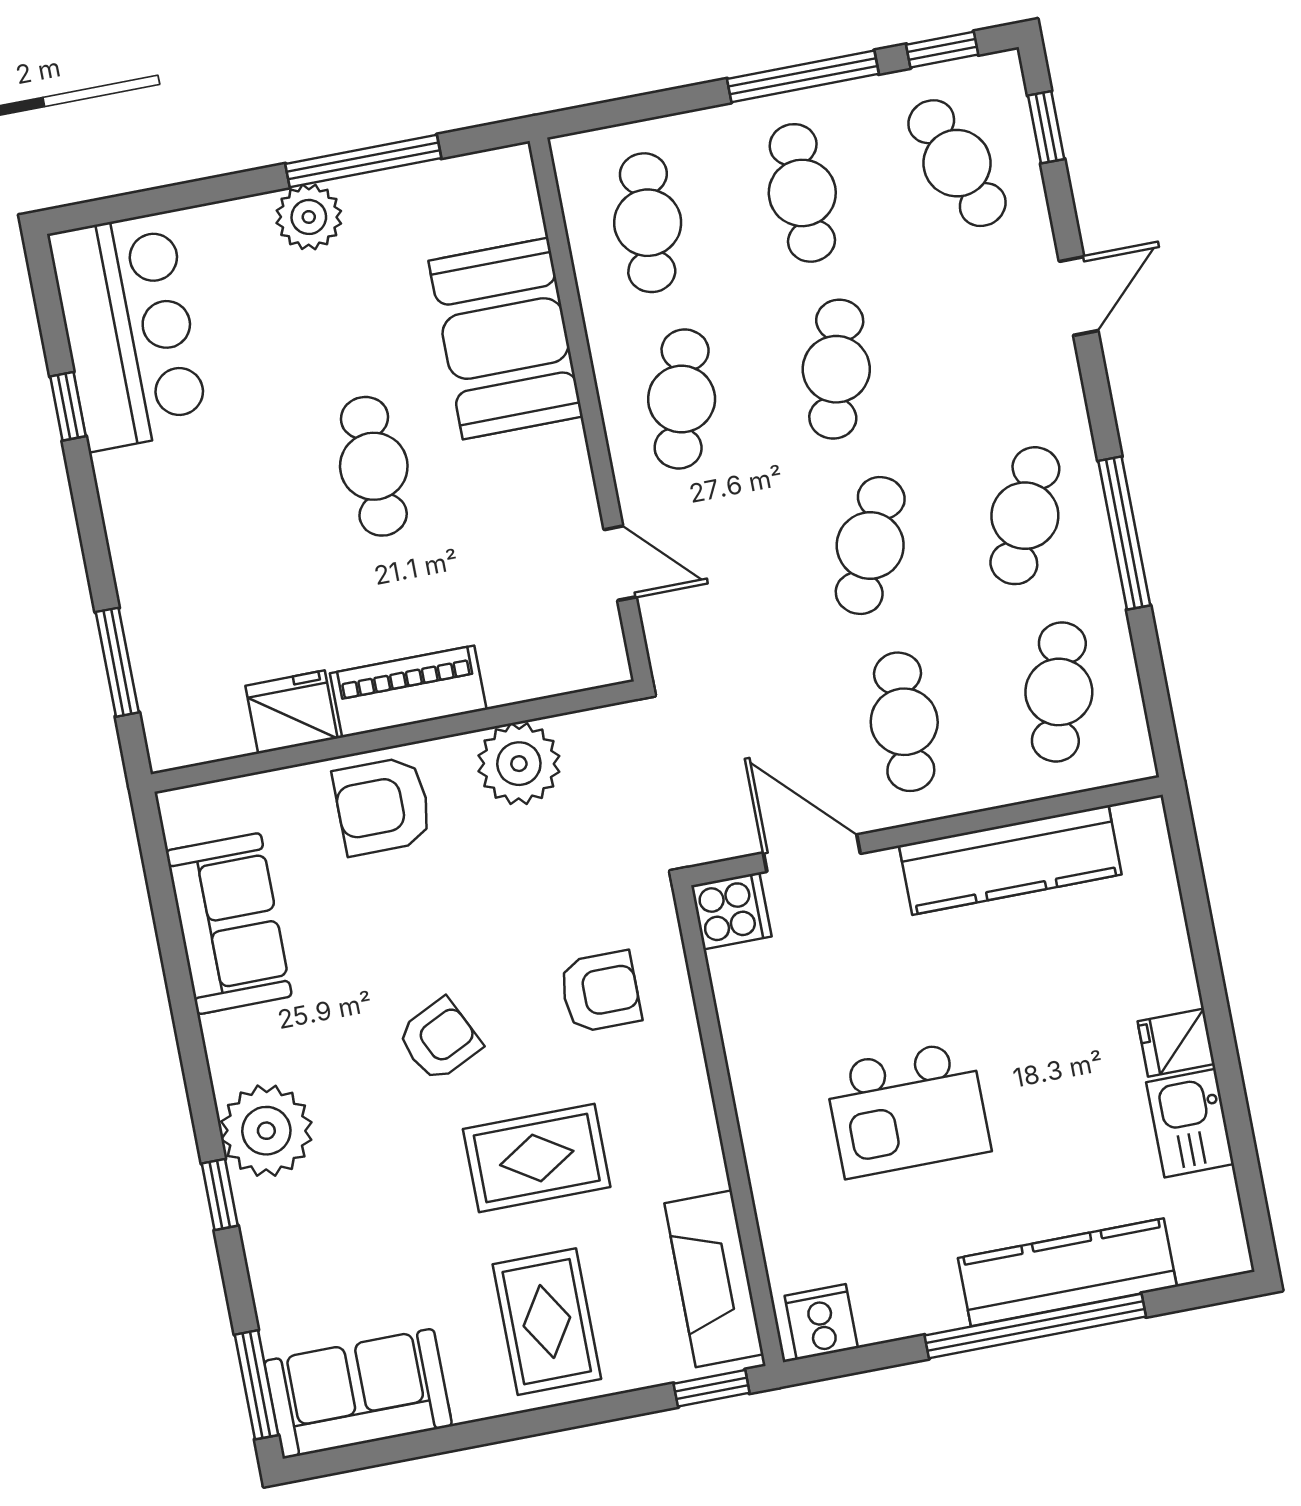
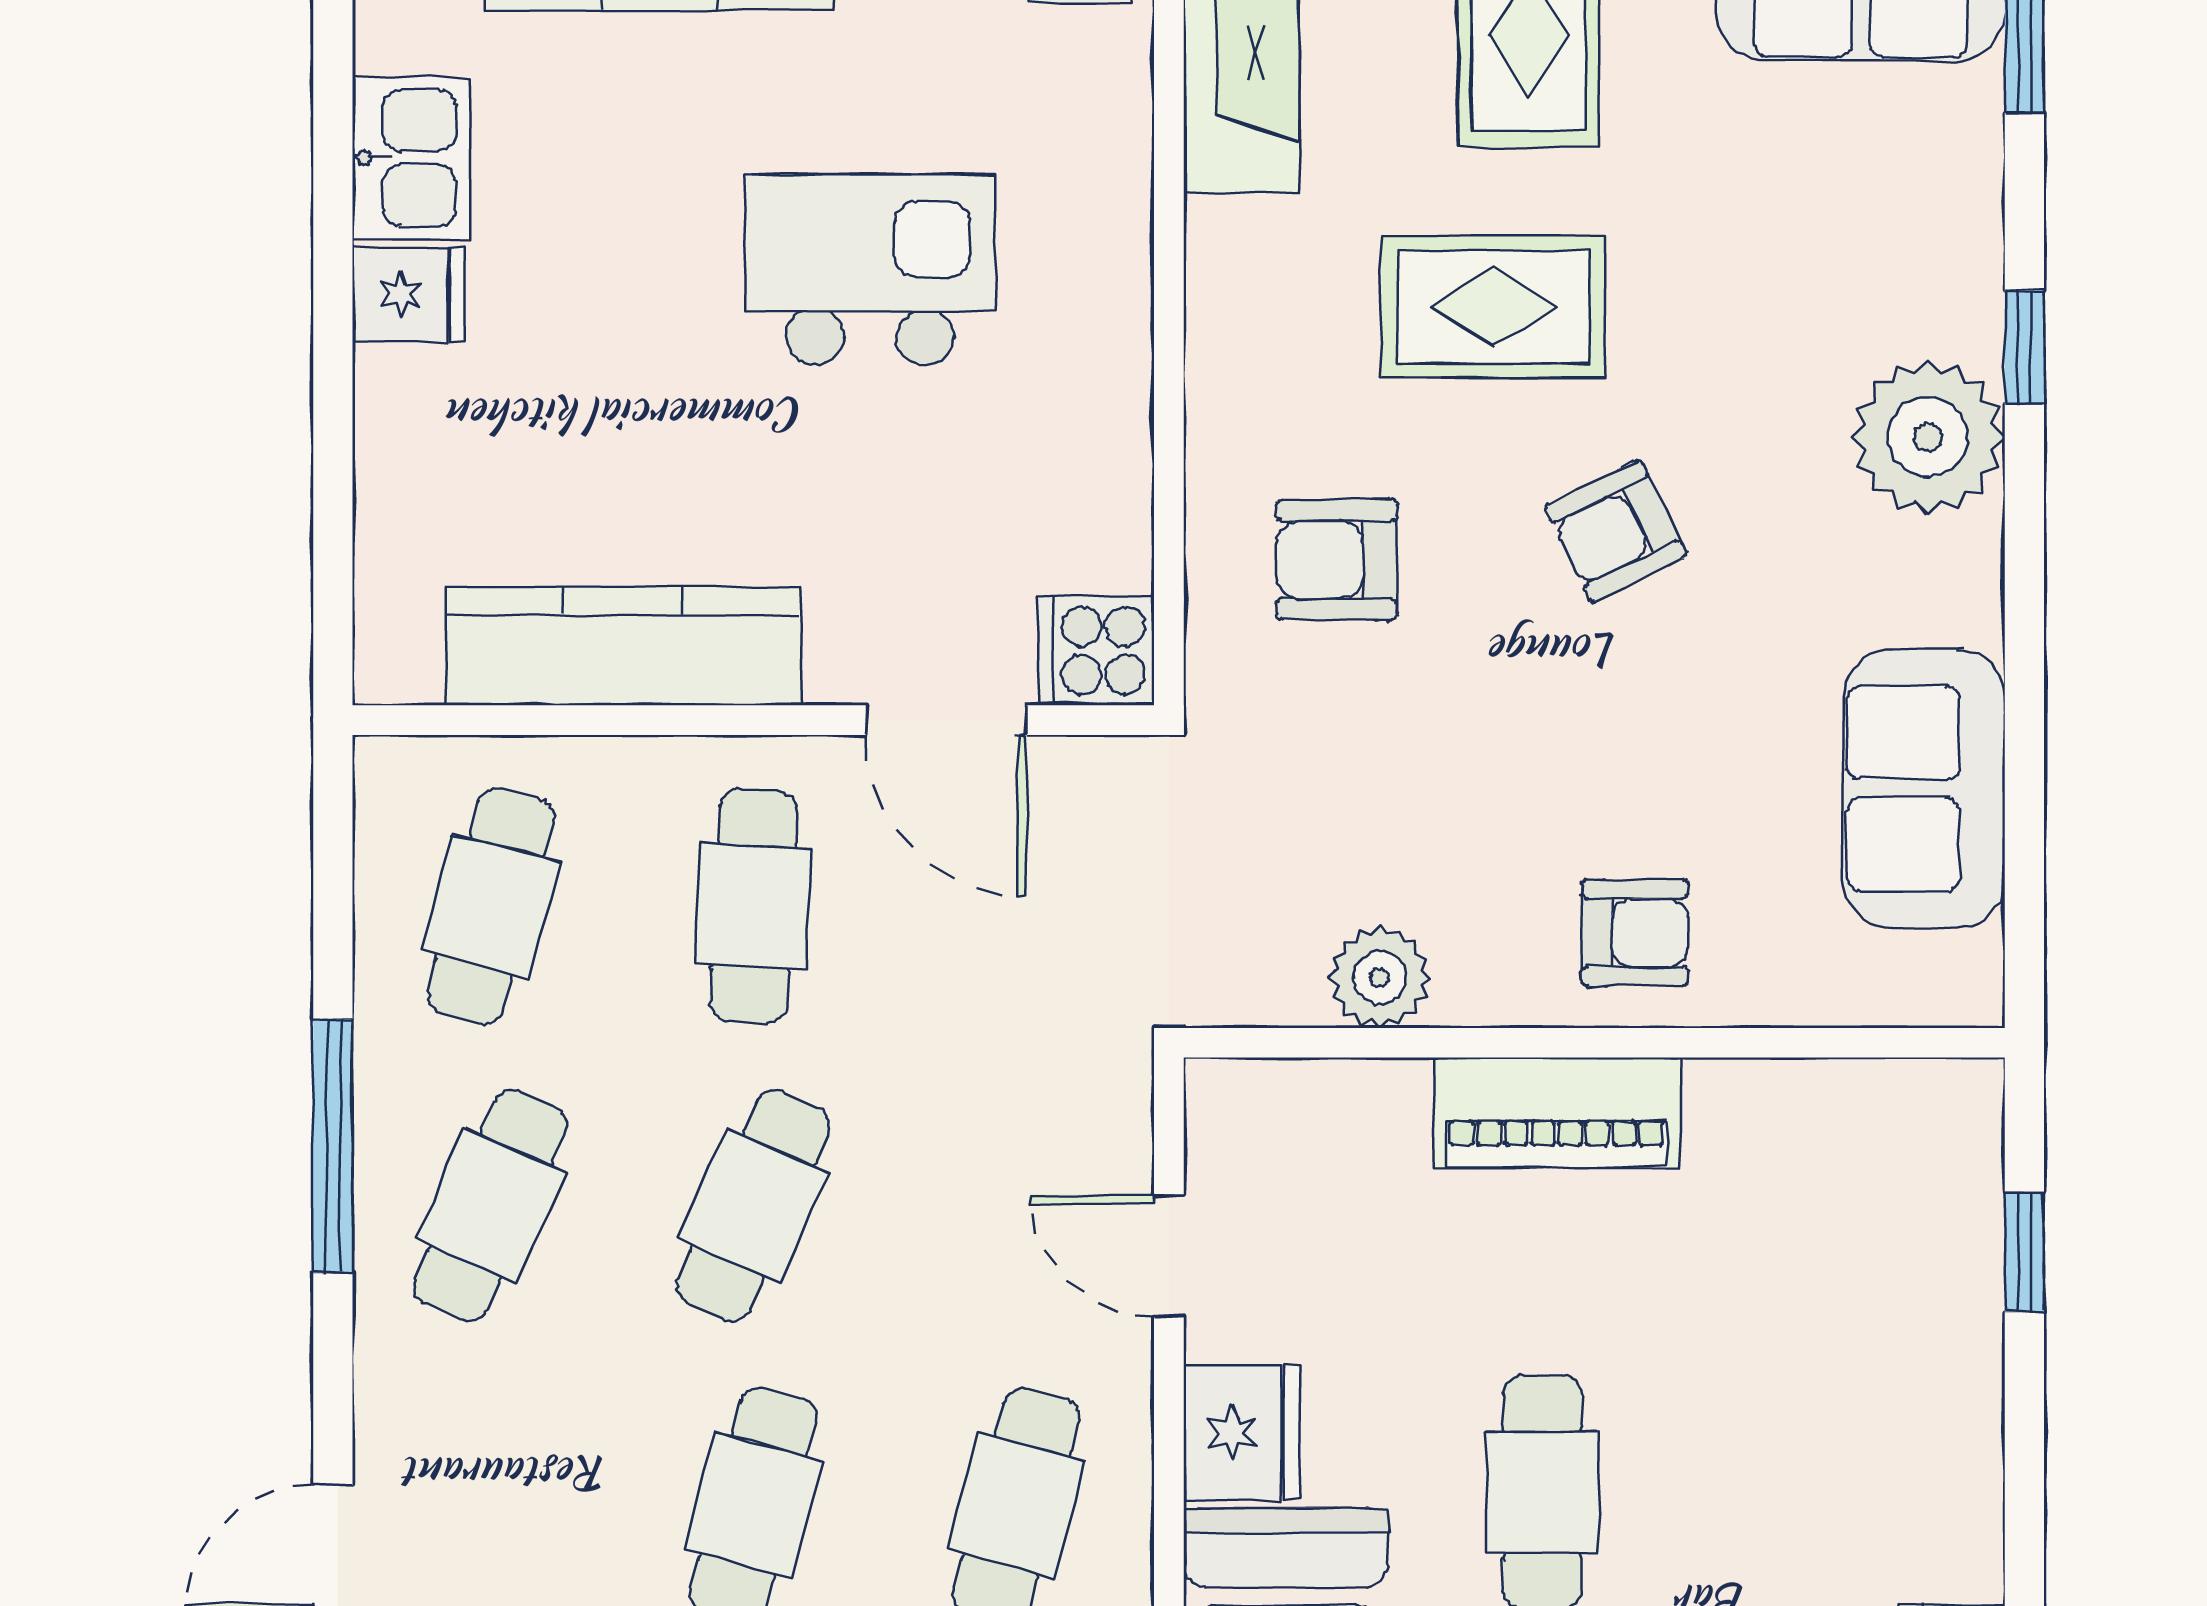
window: (117, 662) -> (2024, 1252), width x0.67
fridge: (291, 712) -> (1242, 1433), moved, turned -90
plant: (519, 764) -> (1380, 978), width x0.73, depth x0.73
armchair: (383, 806) -> (1635, 933), width x0.72, depth x0.72

